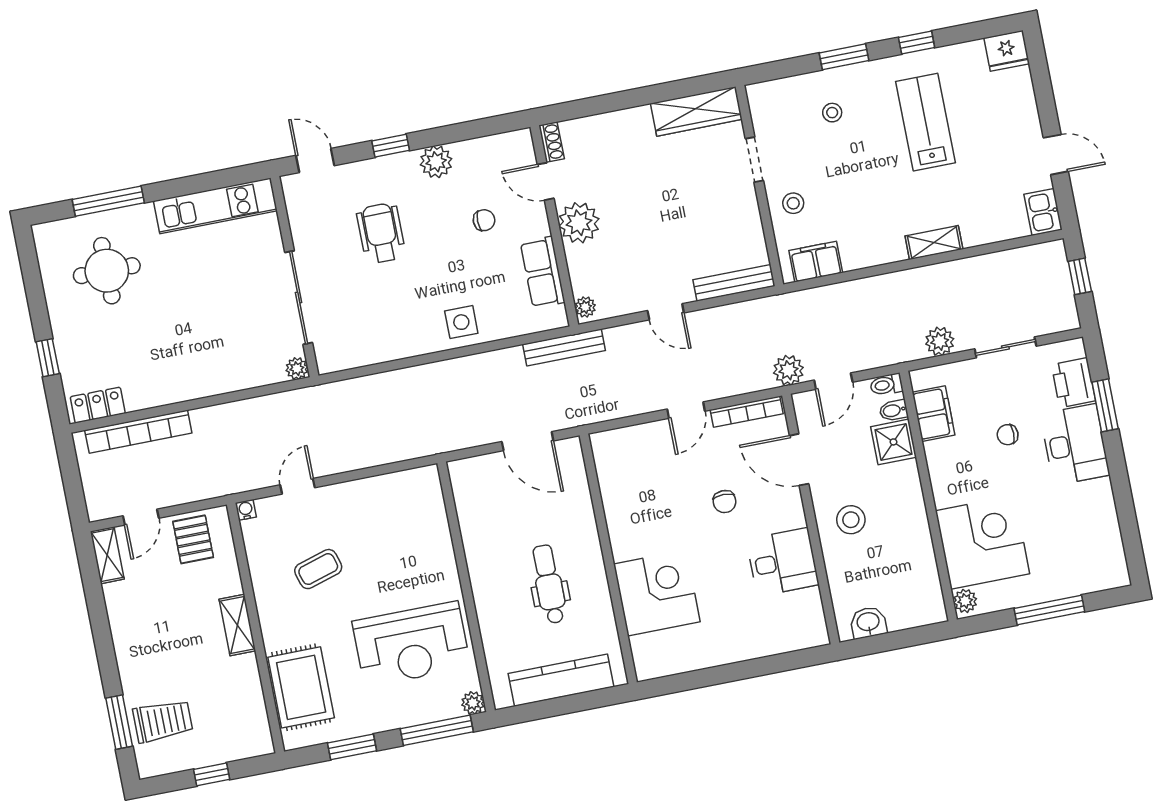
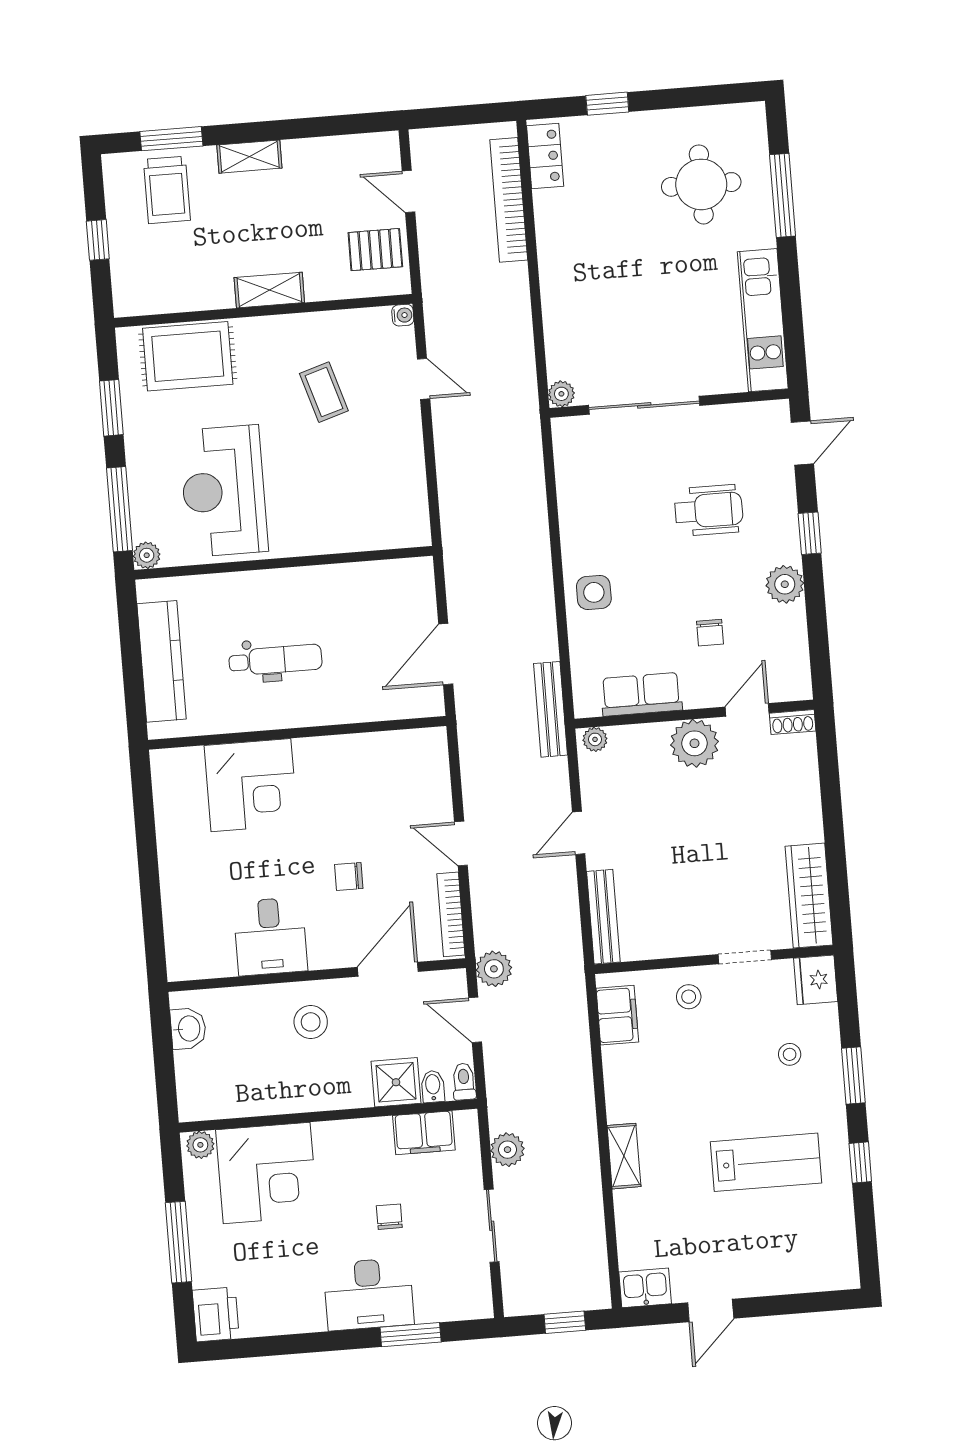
fridge: (1007, 51) -> (816, 980), moved
printer: (1073, 383) -> (216, 1314), moved, turned 90
shelving: (107, 555) -> (249, 157), moved

